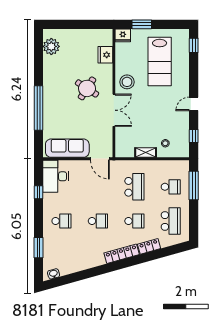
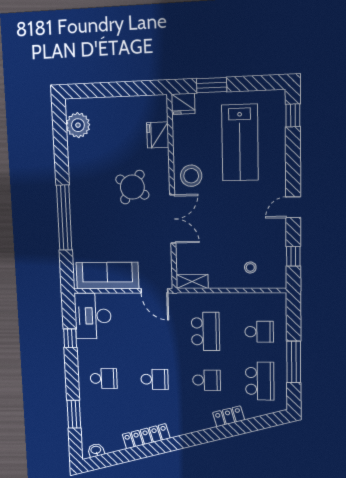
shelving: (146, 153) -> (192, 282), moved
window: (194, 185) -> (294, 362), moved
locker: (122, 254) -> (146, 436), moved

